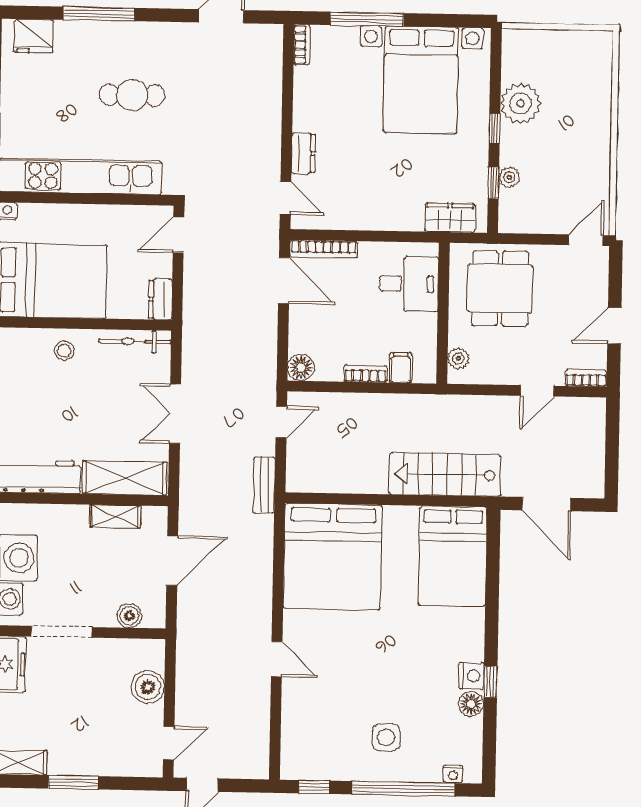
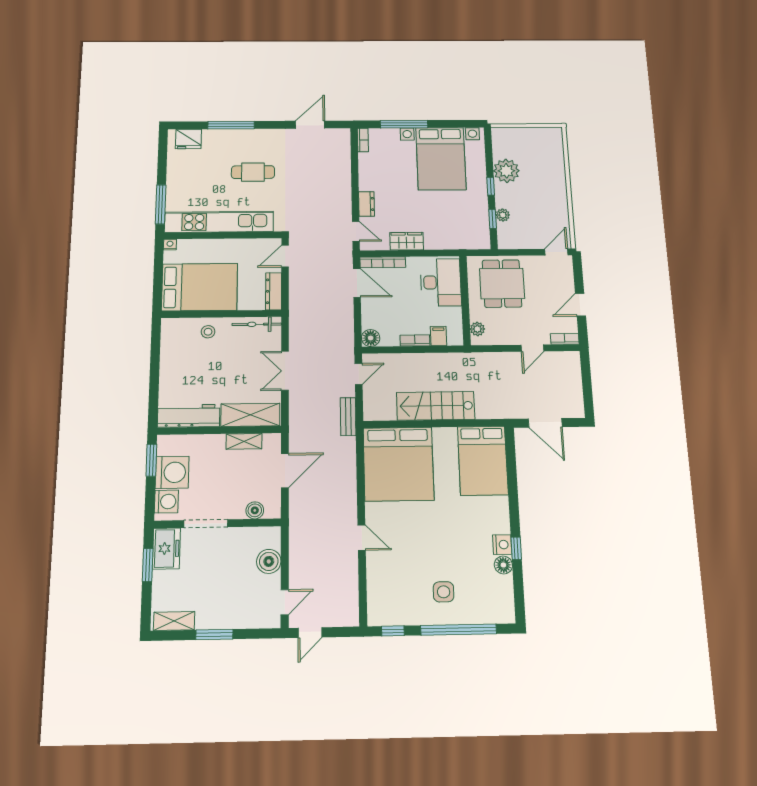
wardrobe: (450, 218) -> (407, 241), moved
desk: (409, 284) -> (441, 282), width x1.37
dresser: (160, 299) -> (274, 291), width x1.44
stairs: (445, 474) -> (436, 406), moved
nightstand: (453, 774) -> (494, 617), removed

